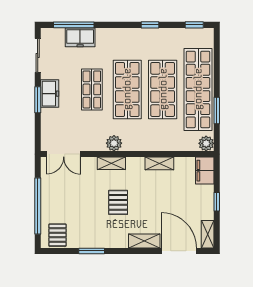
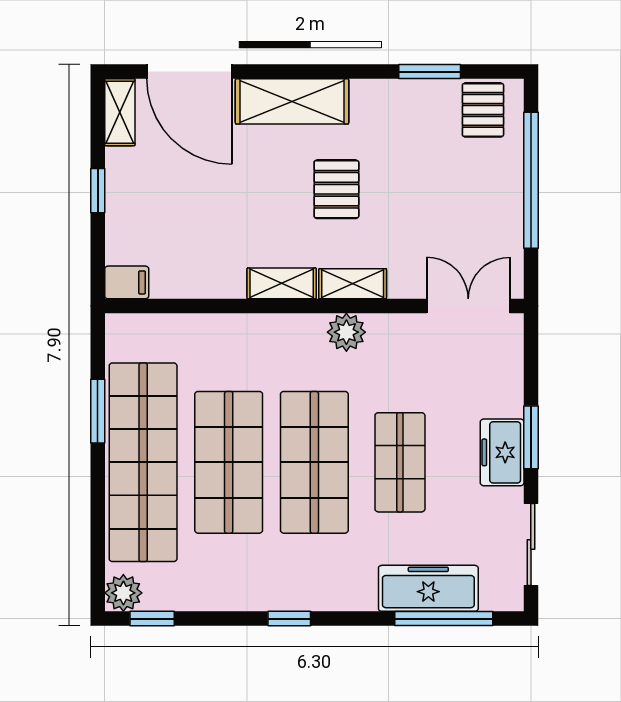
window: (150, 25) -> (289, 619), moved
freezer: (80, 37) -> (428, 588), width x1.40
plant: (206, 143) -> (123, 593), moved
shelving: (159, 163) -> (282, 283), moved
filing cabinet: (205, 171) -> (127, 282), width x0.50
shelving: (144, 241) -> (292, 101), width x1.50, depth x1.33
window: (92, 251) -> (430, 72), moved

